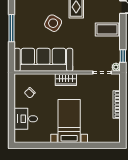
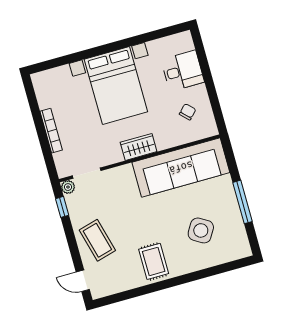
side table: (53, 23) -> (201, 230), moved
coffee table: (107, 29) -> (97, 240), turned 75
bed with nightstands: (69, 121) -> (116, 86), width x1.36

